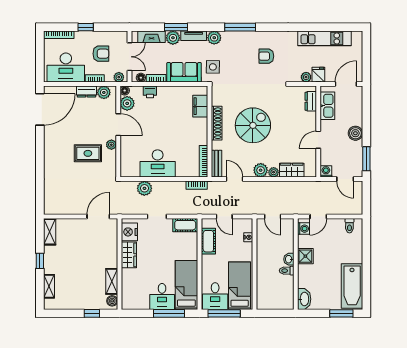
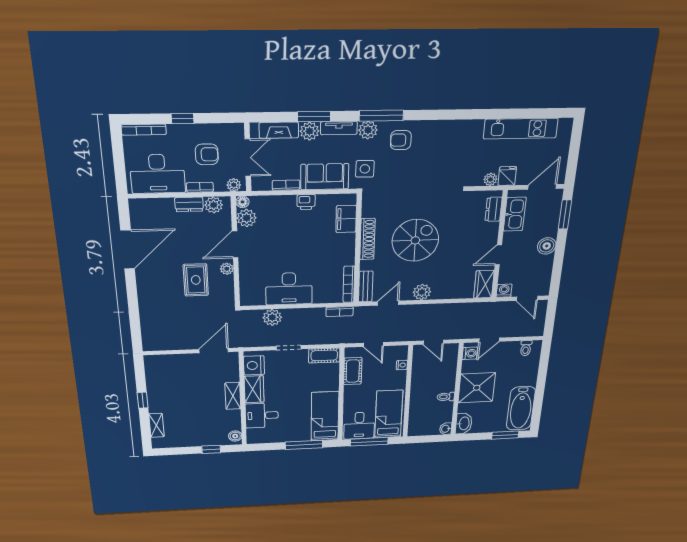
window: (240, 27) -> (381, 116), moved
armchair: (266, 56) -> (401, 140), moved
floor lamp: (141, 78) -> (265, 185), removed
printer: (150, 92) -> (306, 202), moved
door: (40, 109) -> (128, 250), moved
door: (118, 125) -> (235, 244), swing flipped
rug: (88, 153) -> (196, 280), turned 90
window: (366, 159) -> (565, 215), moved
wardrobe: (292, 170) -> (484, 284), moved, turned -90
plant: (274, 172) -> (438, 294), removed
door: (234, 179) -> (388, 303), hinge flipped
shelving: (50, 232) -> (152, 369), removed
shower: (305, 256) -> (477, 388), width x1.86, depth x1.86
washbasin: (289, 259) -> (446, 429), moved
shelving: (112, 281) -> (233, 396), moved
desk: (162, 297) -> (262, 415), moved, turned 90

